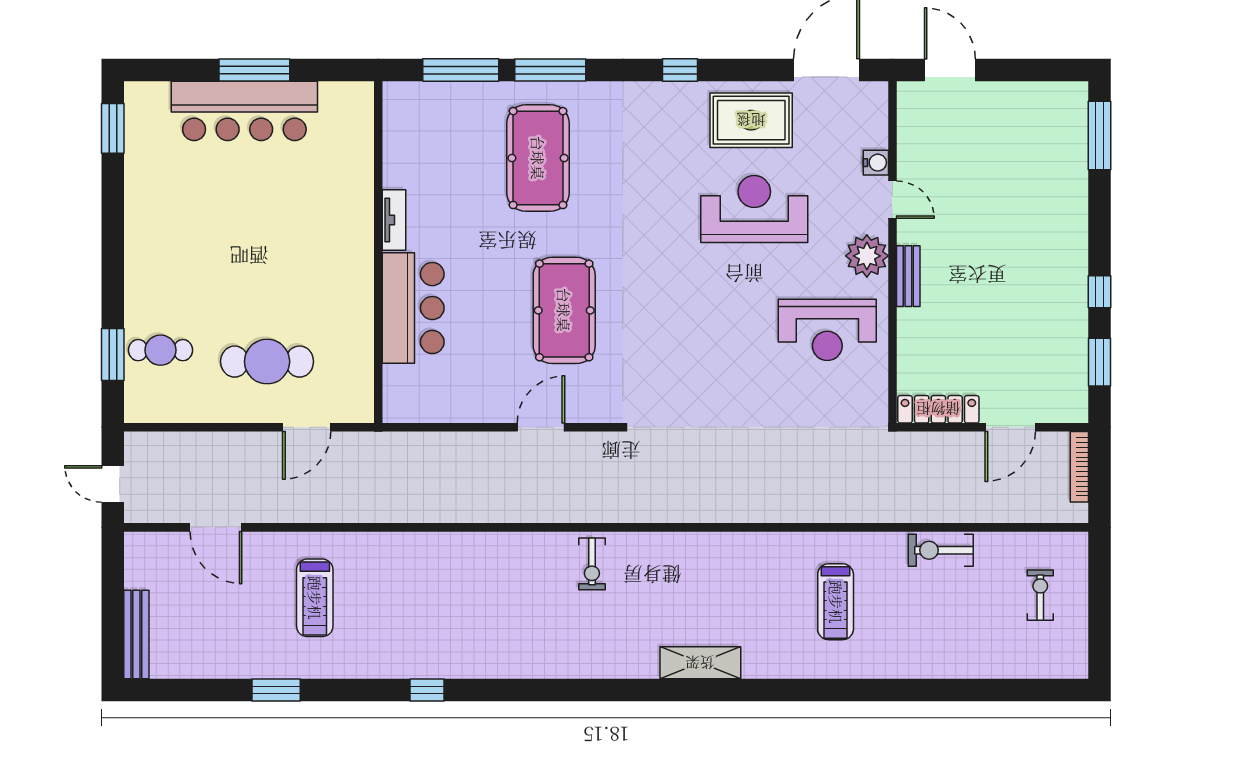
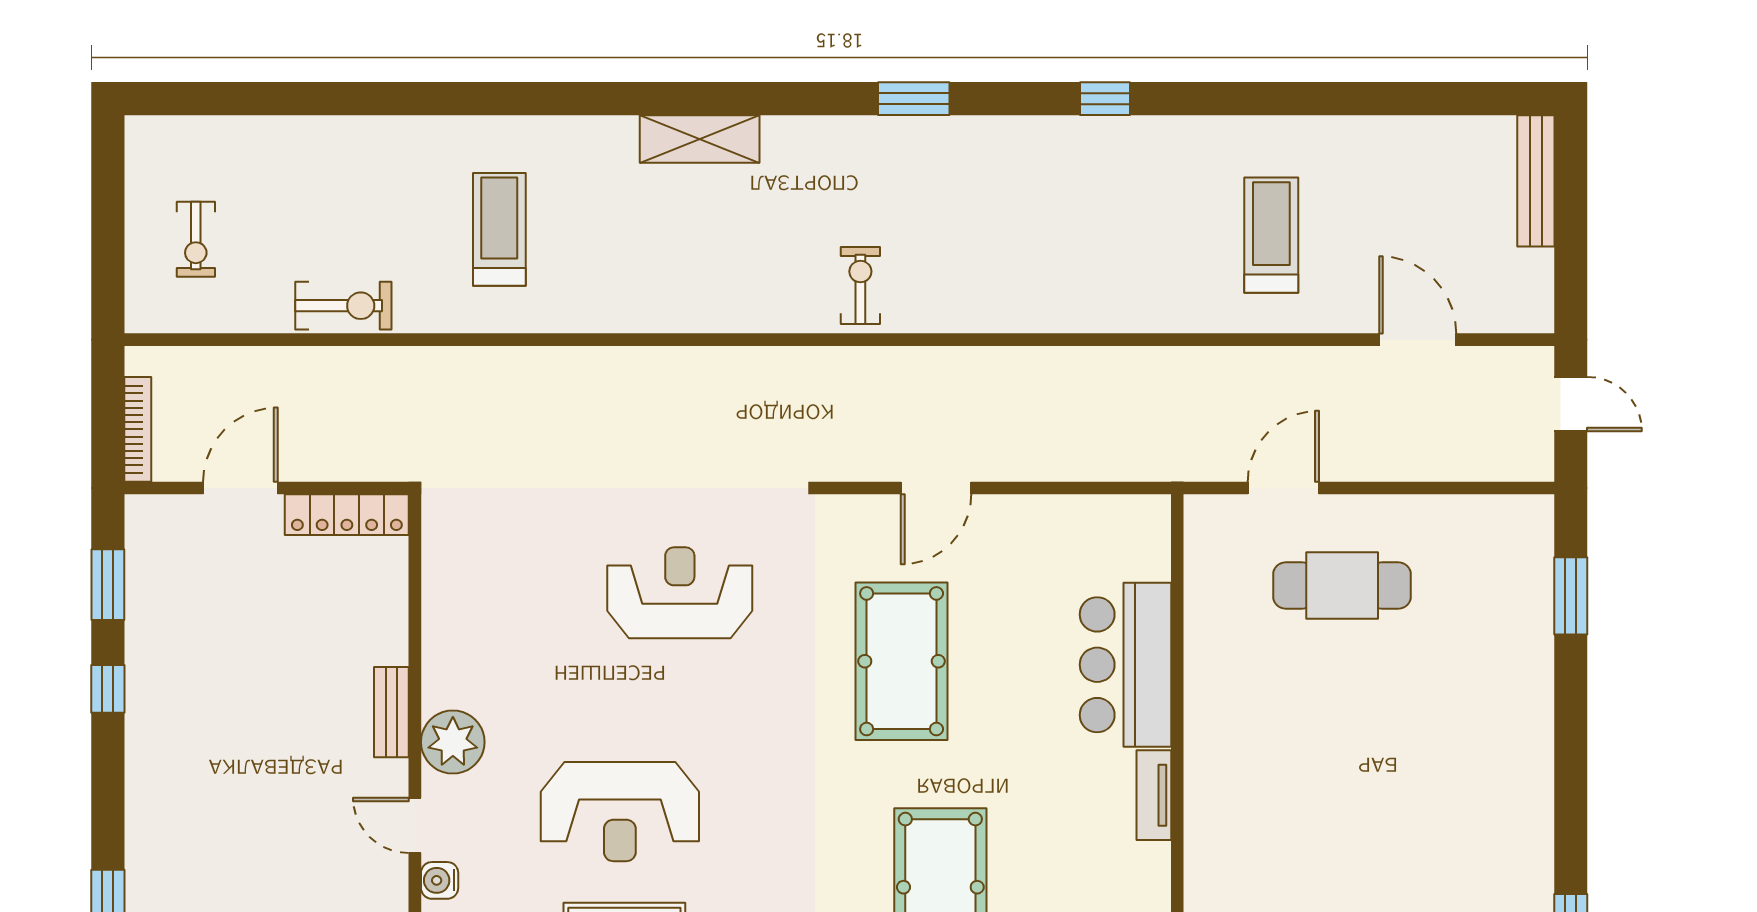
reception desk: (827, 330) -> (680, 593), moved
cafe table: (161, 350) -> (1500, 602), removed
window: (276, 690) -> (914, 99), moved

